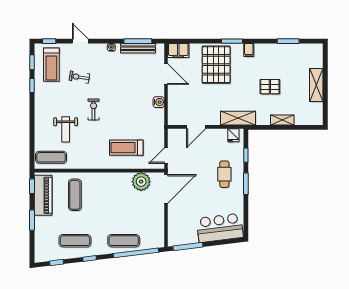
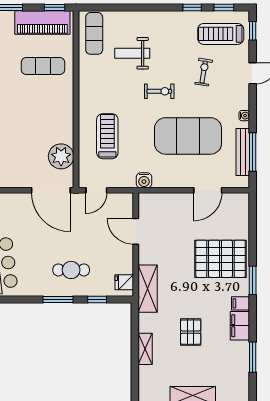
filing cabinet: (178, 51) -> (240, 326), moved
exercise mat: (126, 89) -> (188, 136), added
water cooler: (159, 102) -> (144, 180), moved
door: (166, 156) -> (96, 190), swing flipped

